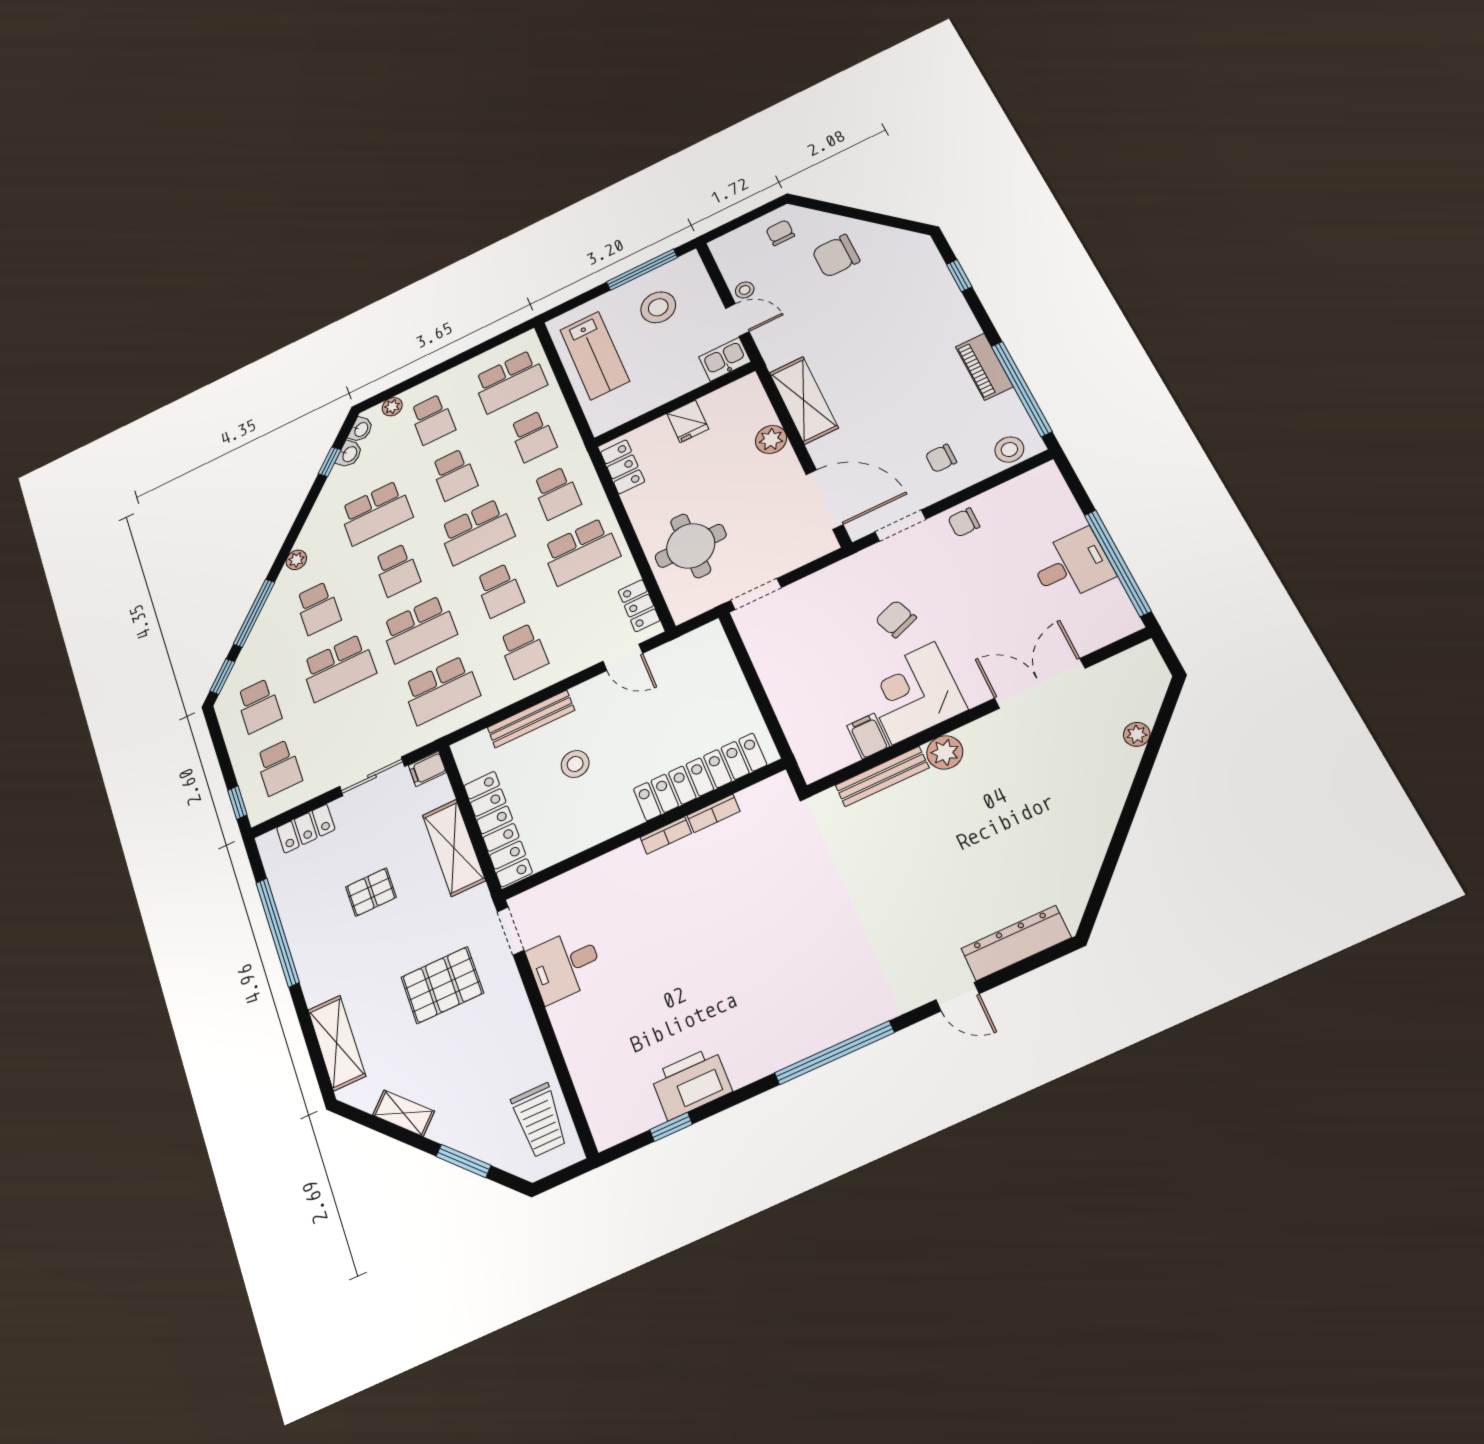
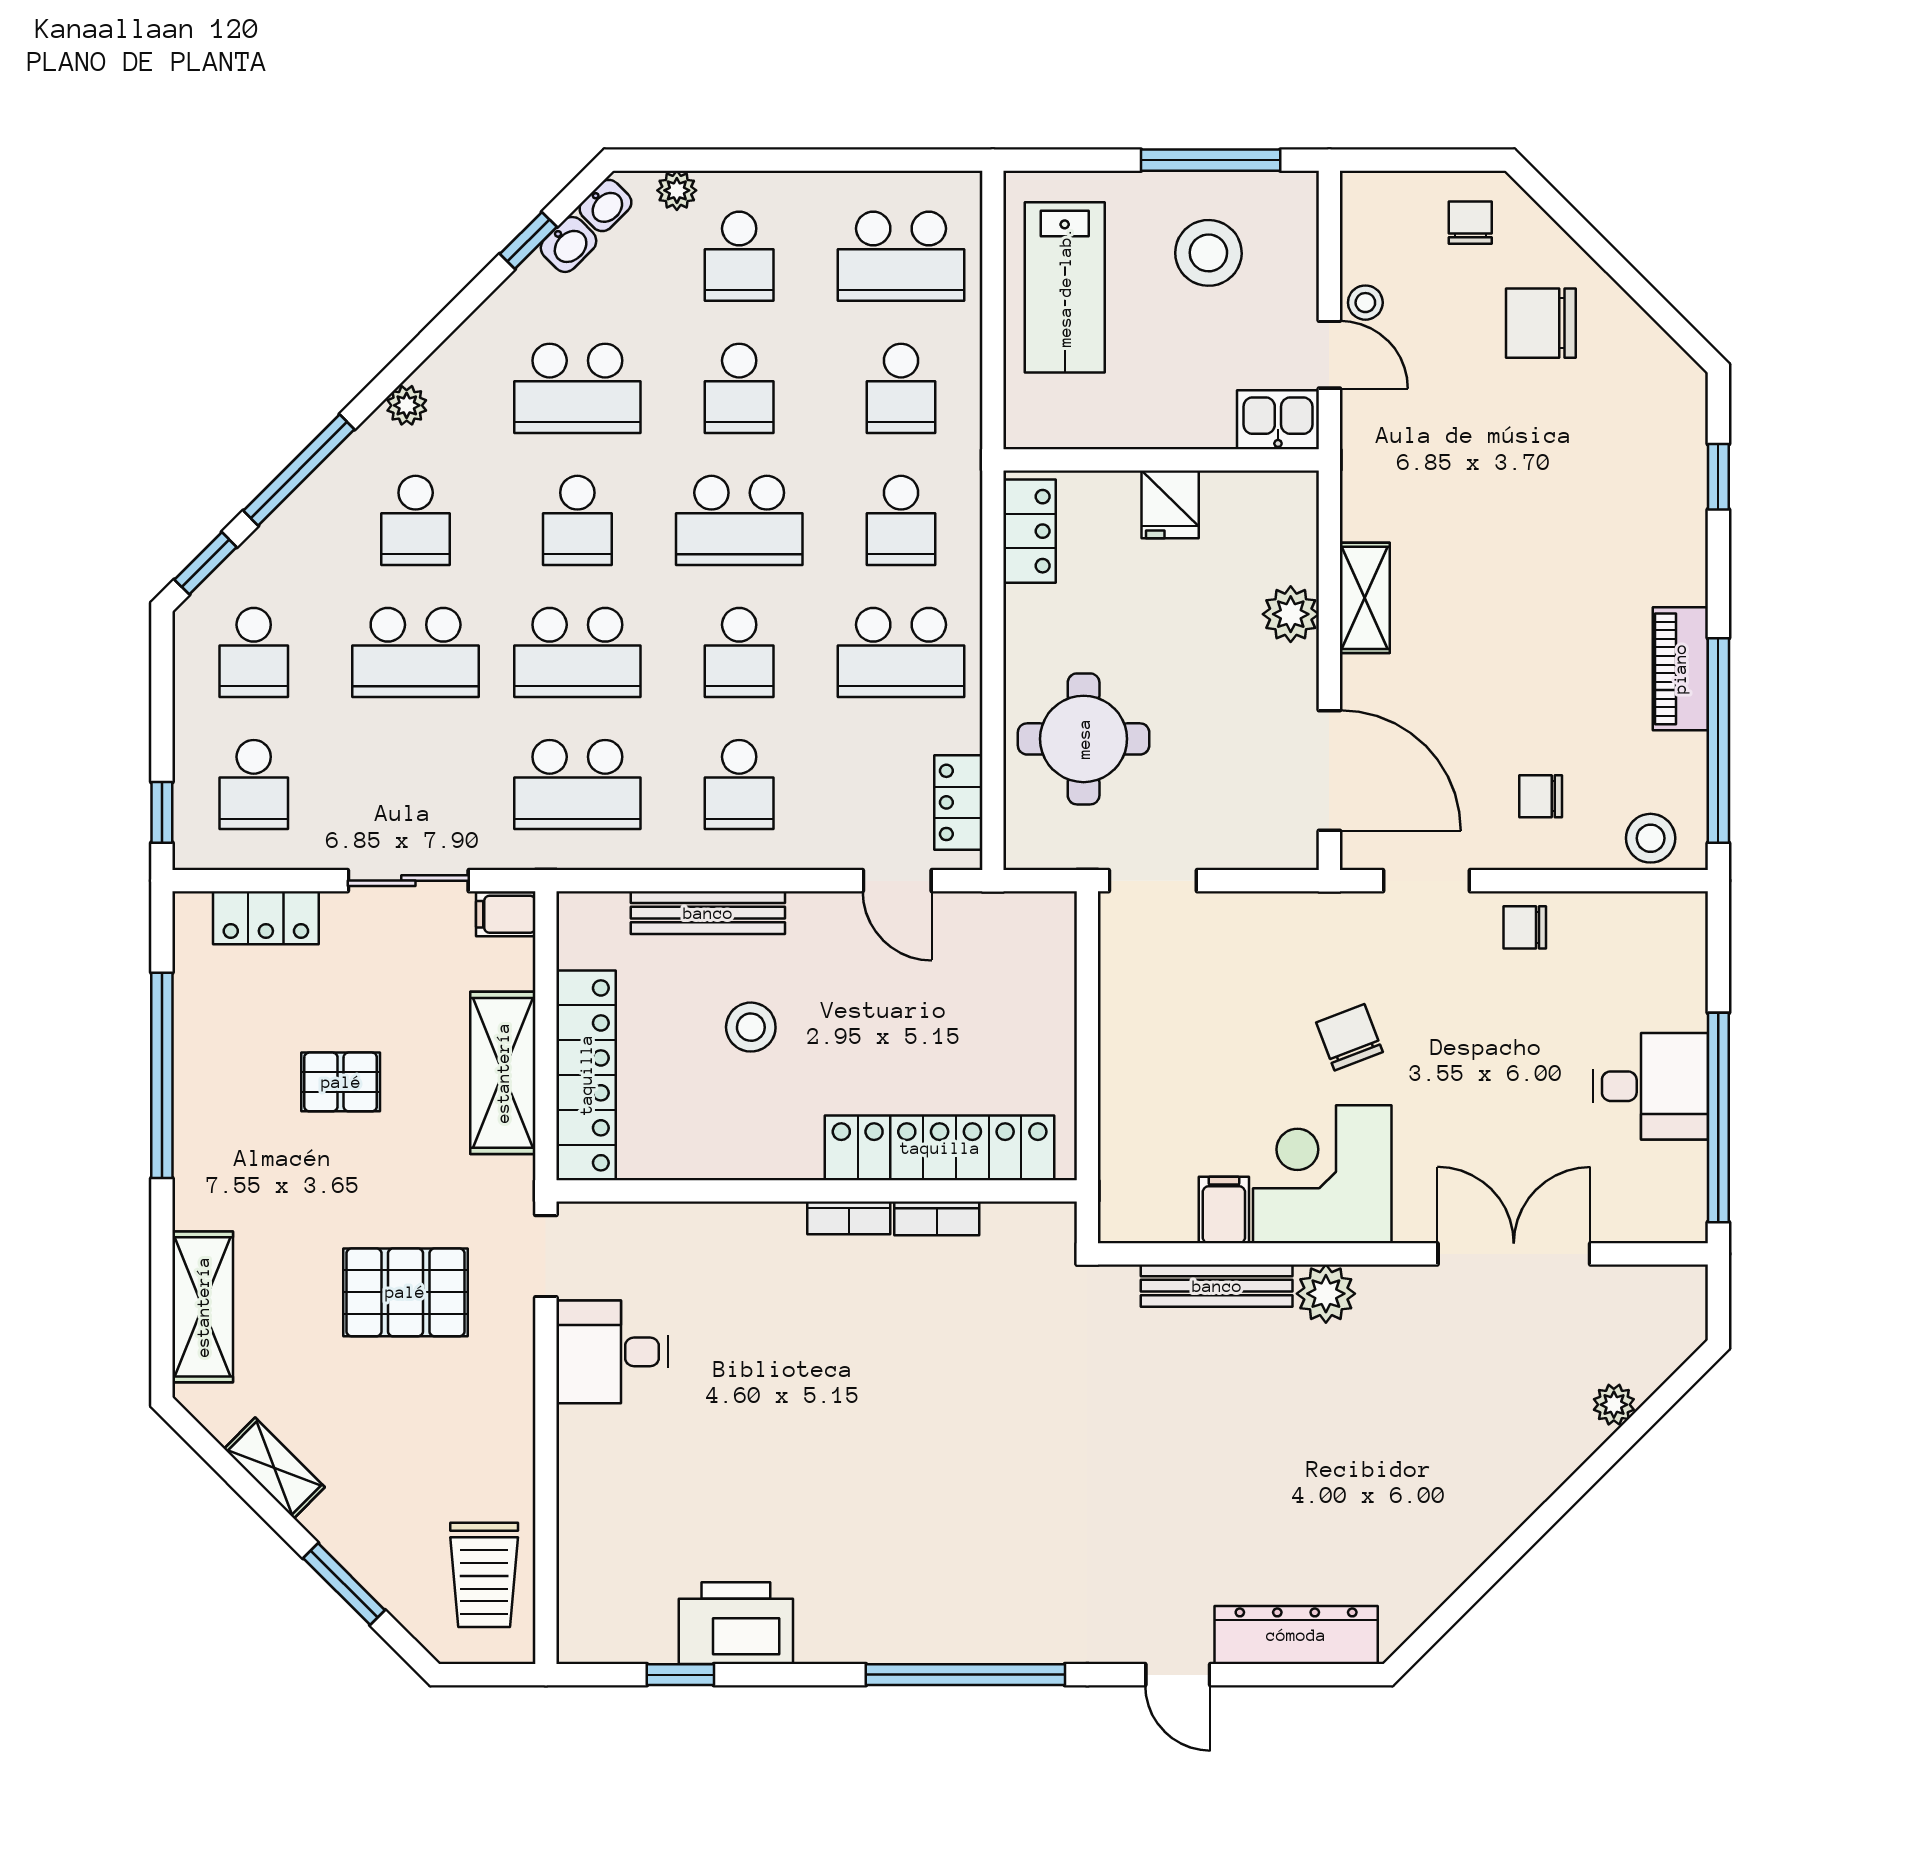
shelving: (804, 400) -> (1365, 598), width x0.67, depth x0.75

